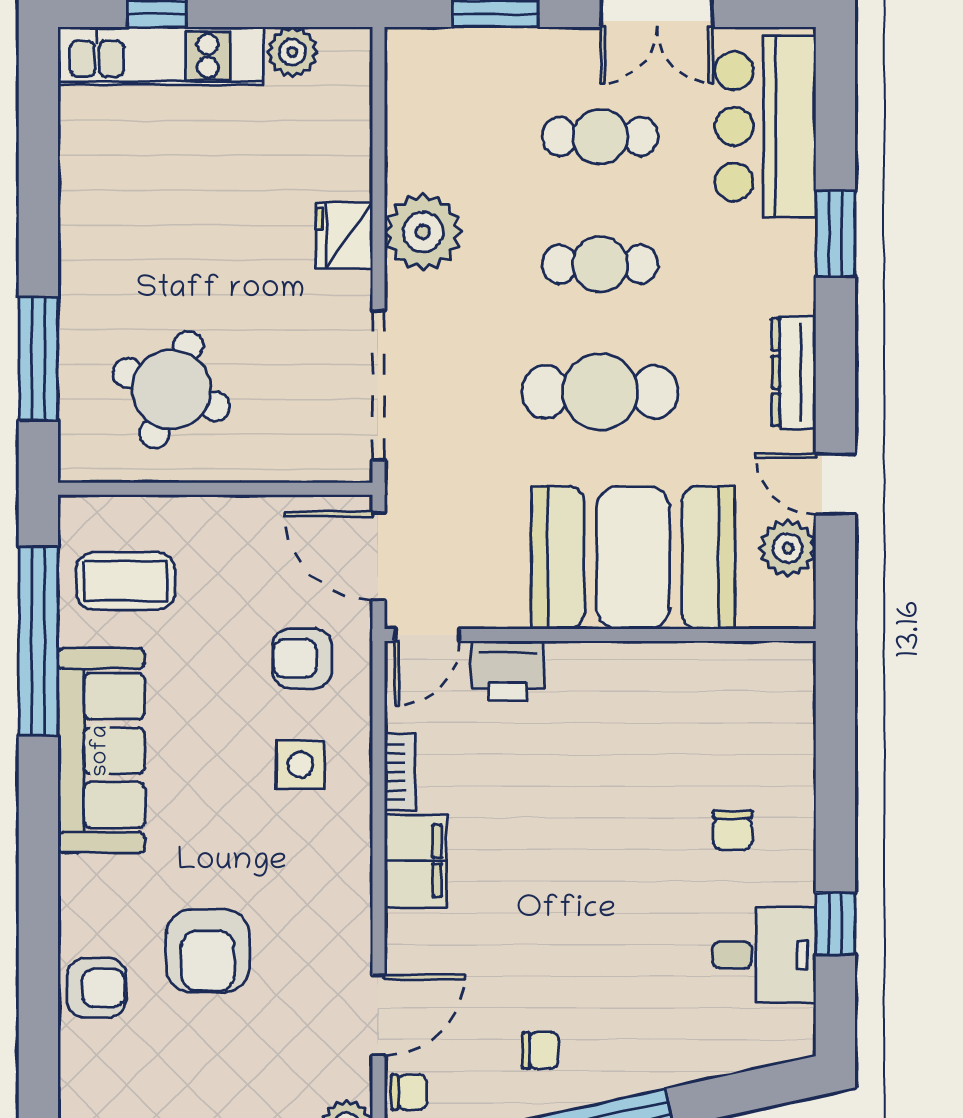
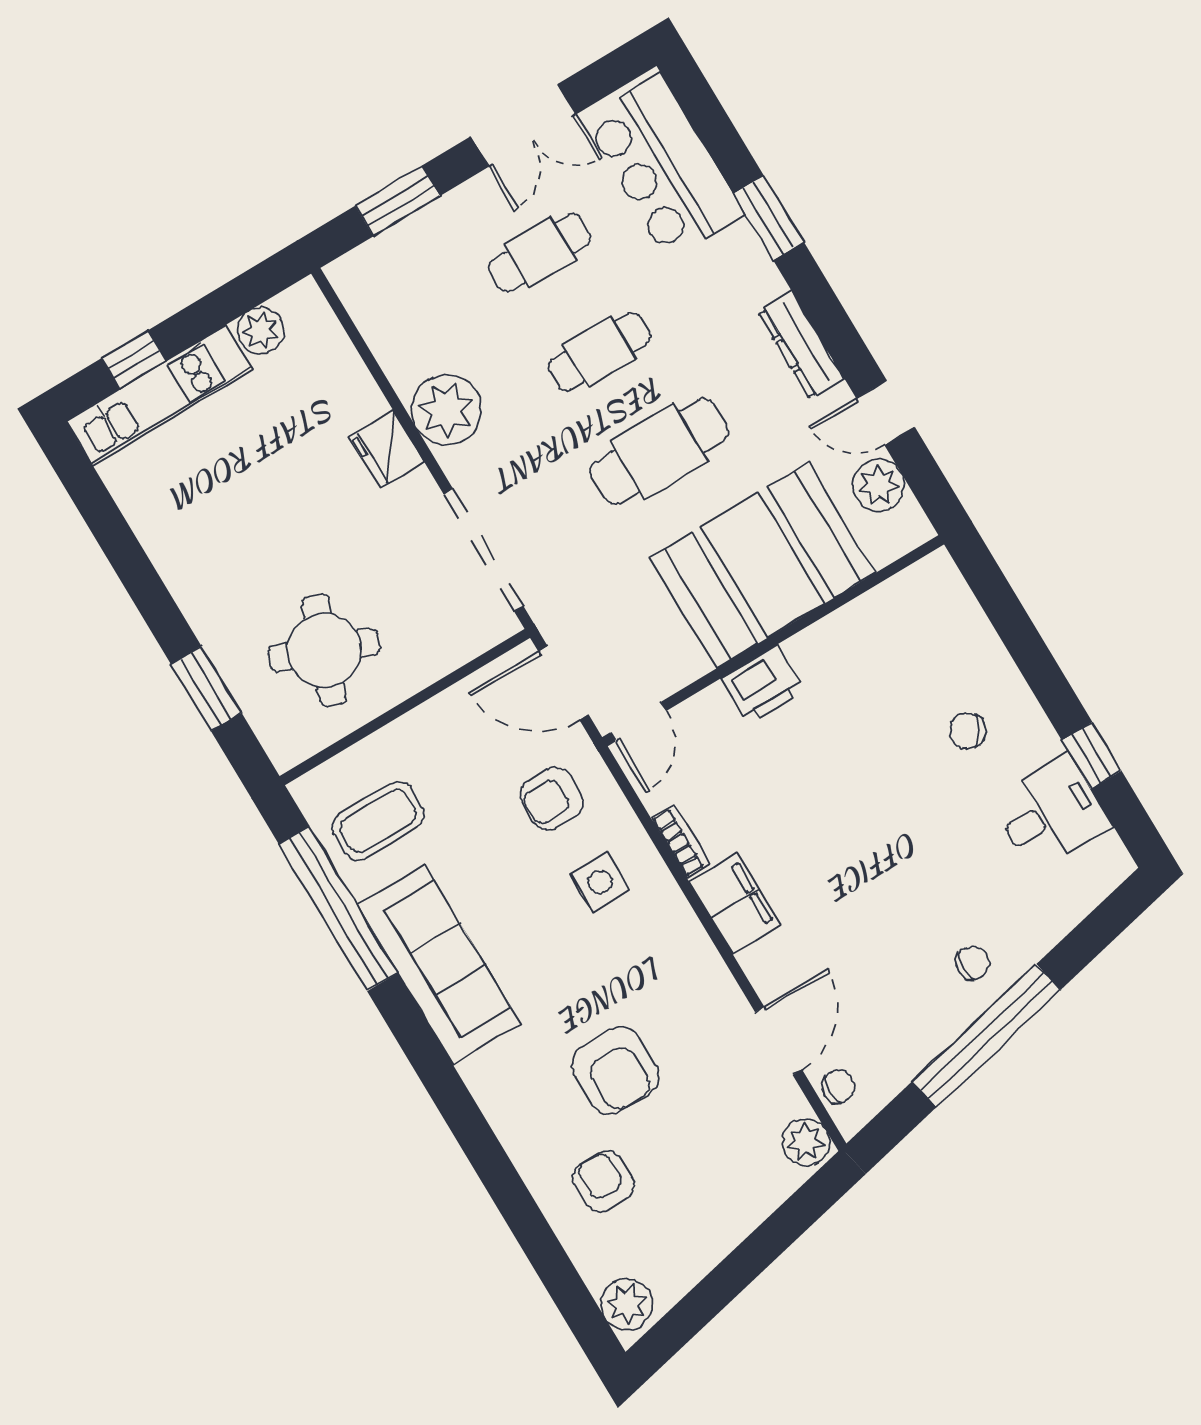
window: (38, 359) -> (206, 689), width x0.69
printer: (508, 671) -> (763, 685), moved
chair: (733, 830) -> (968, 731), turned 123
armchair: (96, 988) -> (603, 1182), moved, turned -90
chair: (540, 1050) -> (973, 963), moved

